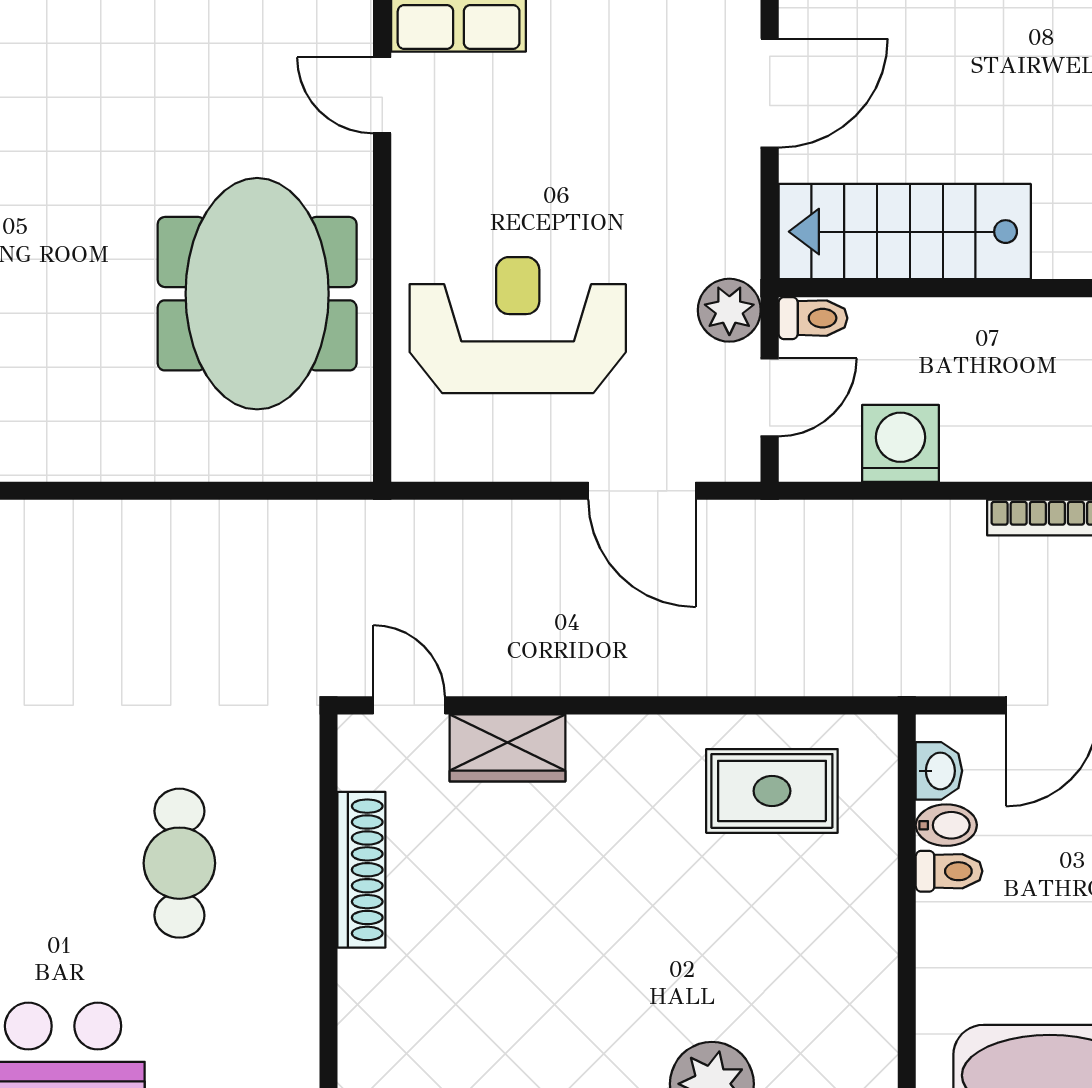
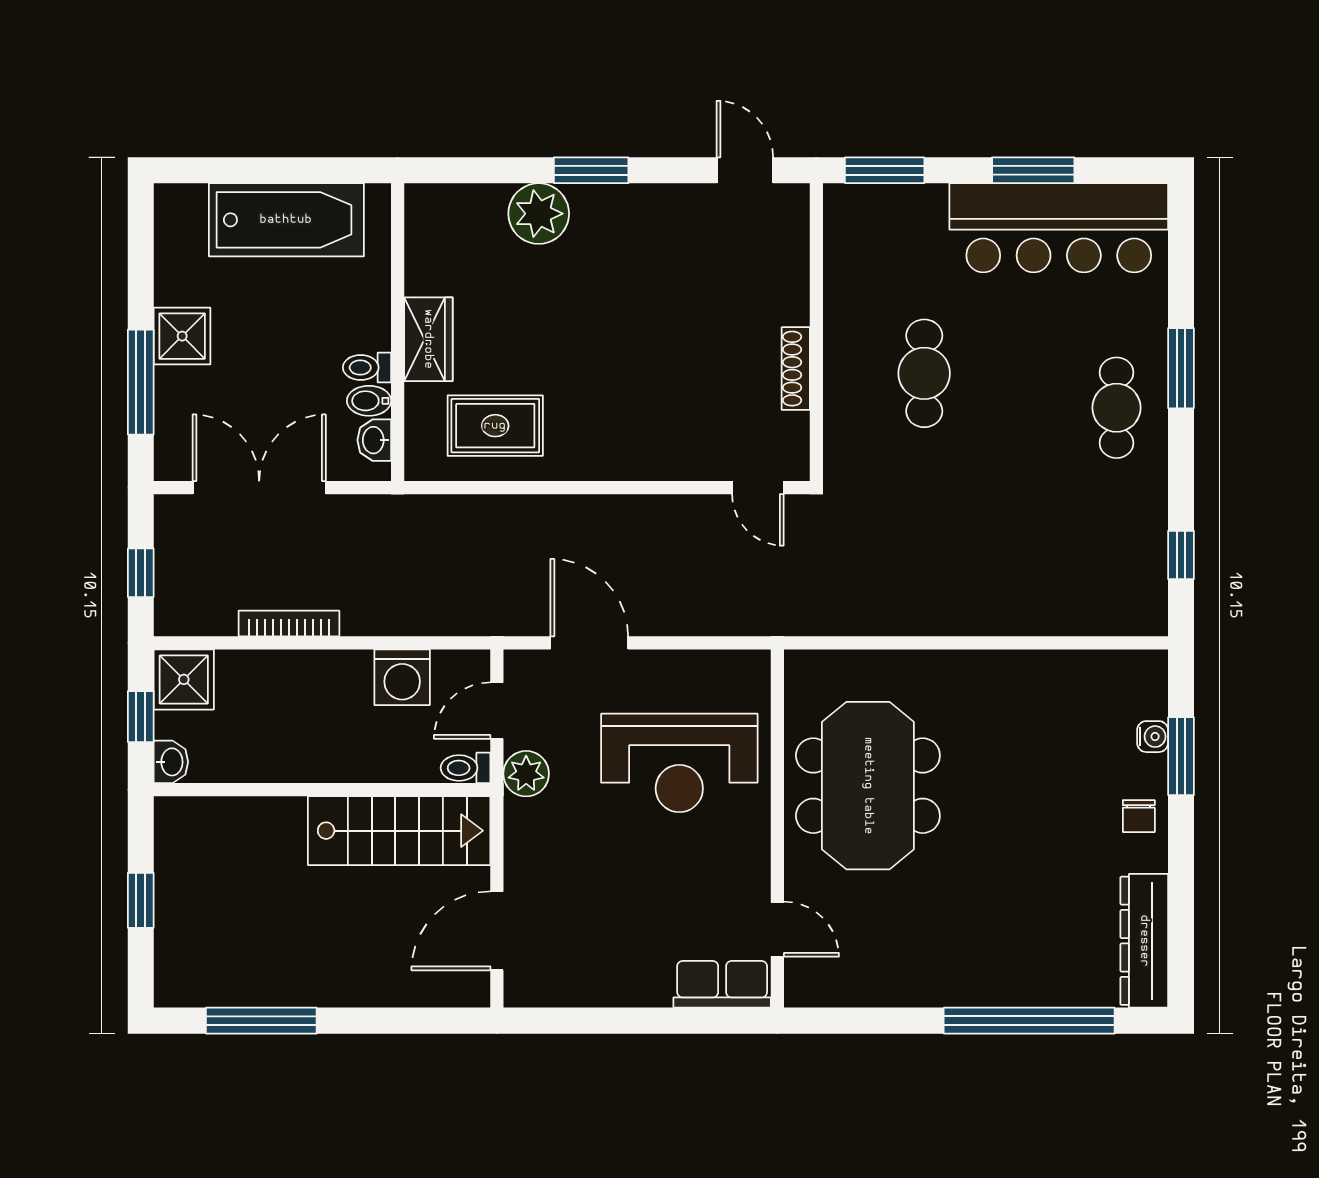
wardrobe: (508, 748) -> (428, 339), moved, turned 90
shoe rack: (361, 870) -> (796, 369), width x0.74, depth x0.81

